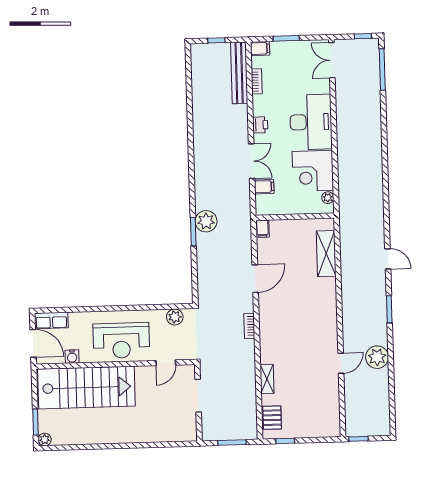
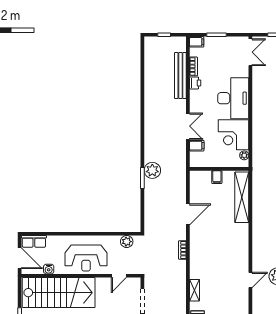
double door: (332, 60) -> (250, 52), swing flipped
bench: (239, 73) -> (180, 76), moved
printer: (260, 125) -> (195, 83), moved
filing cabinet: (262, 229) -> (217, 177), moved
shelving: (326, 254) -> (242, 197), width x1.47

